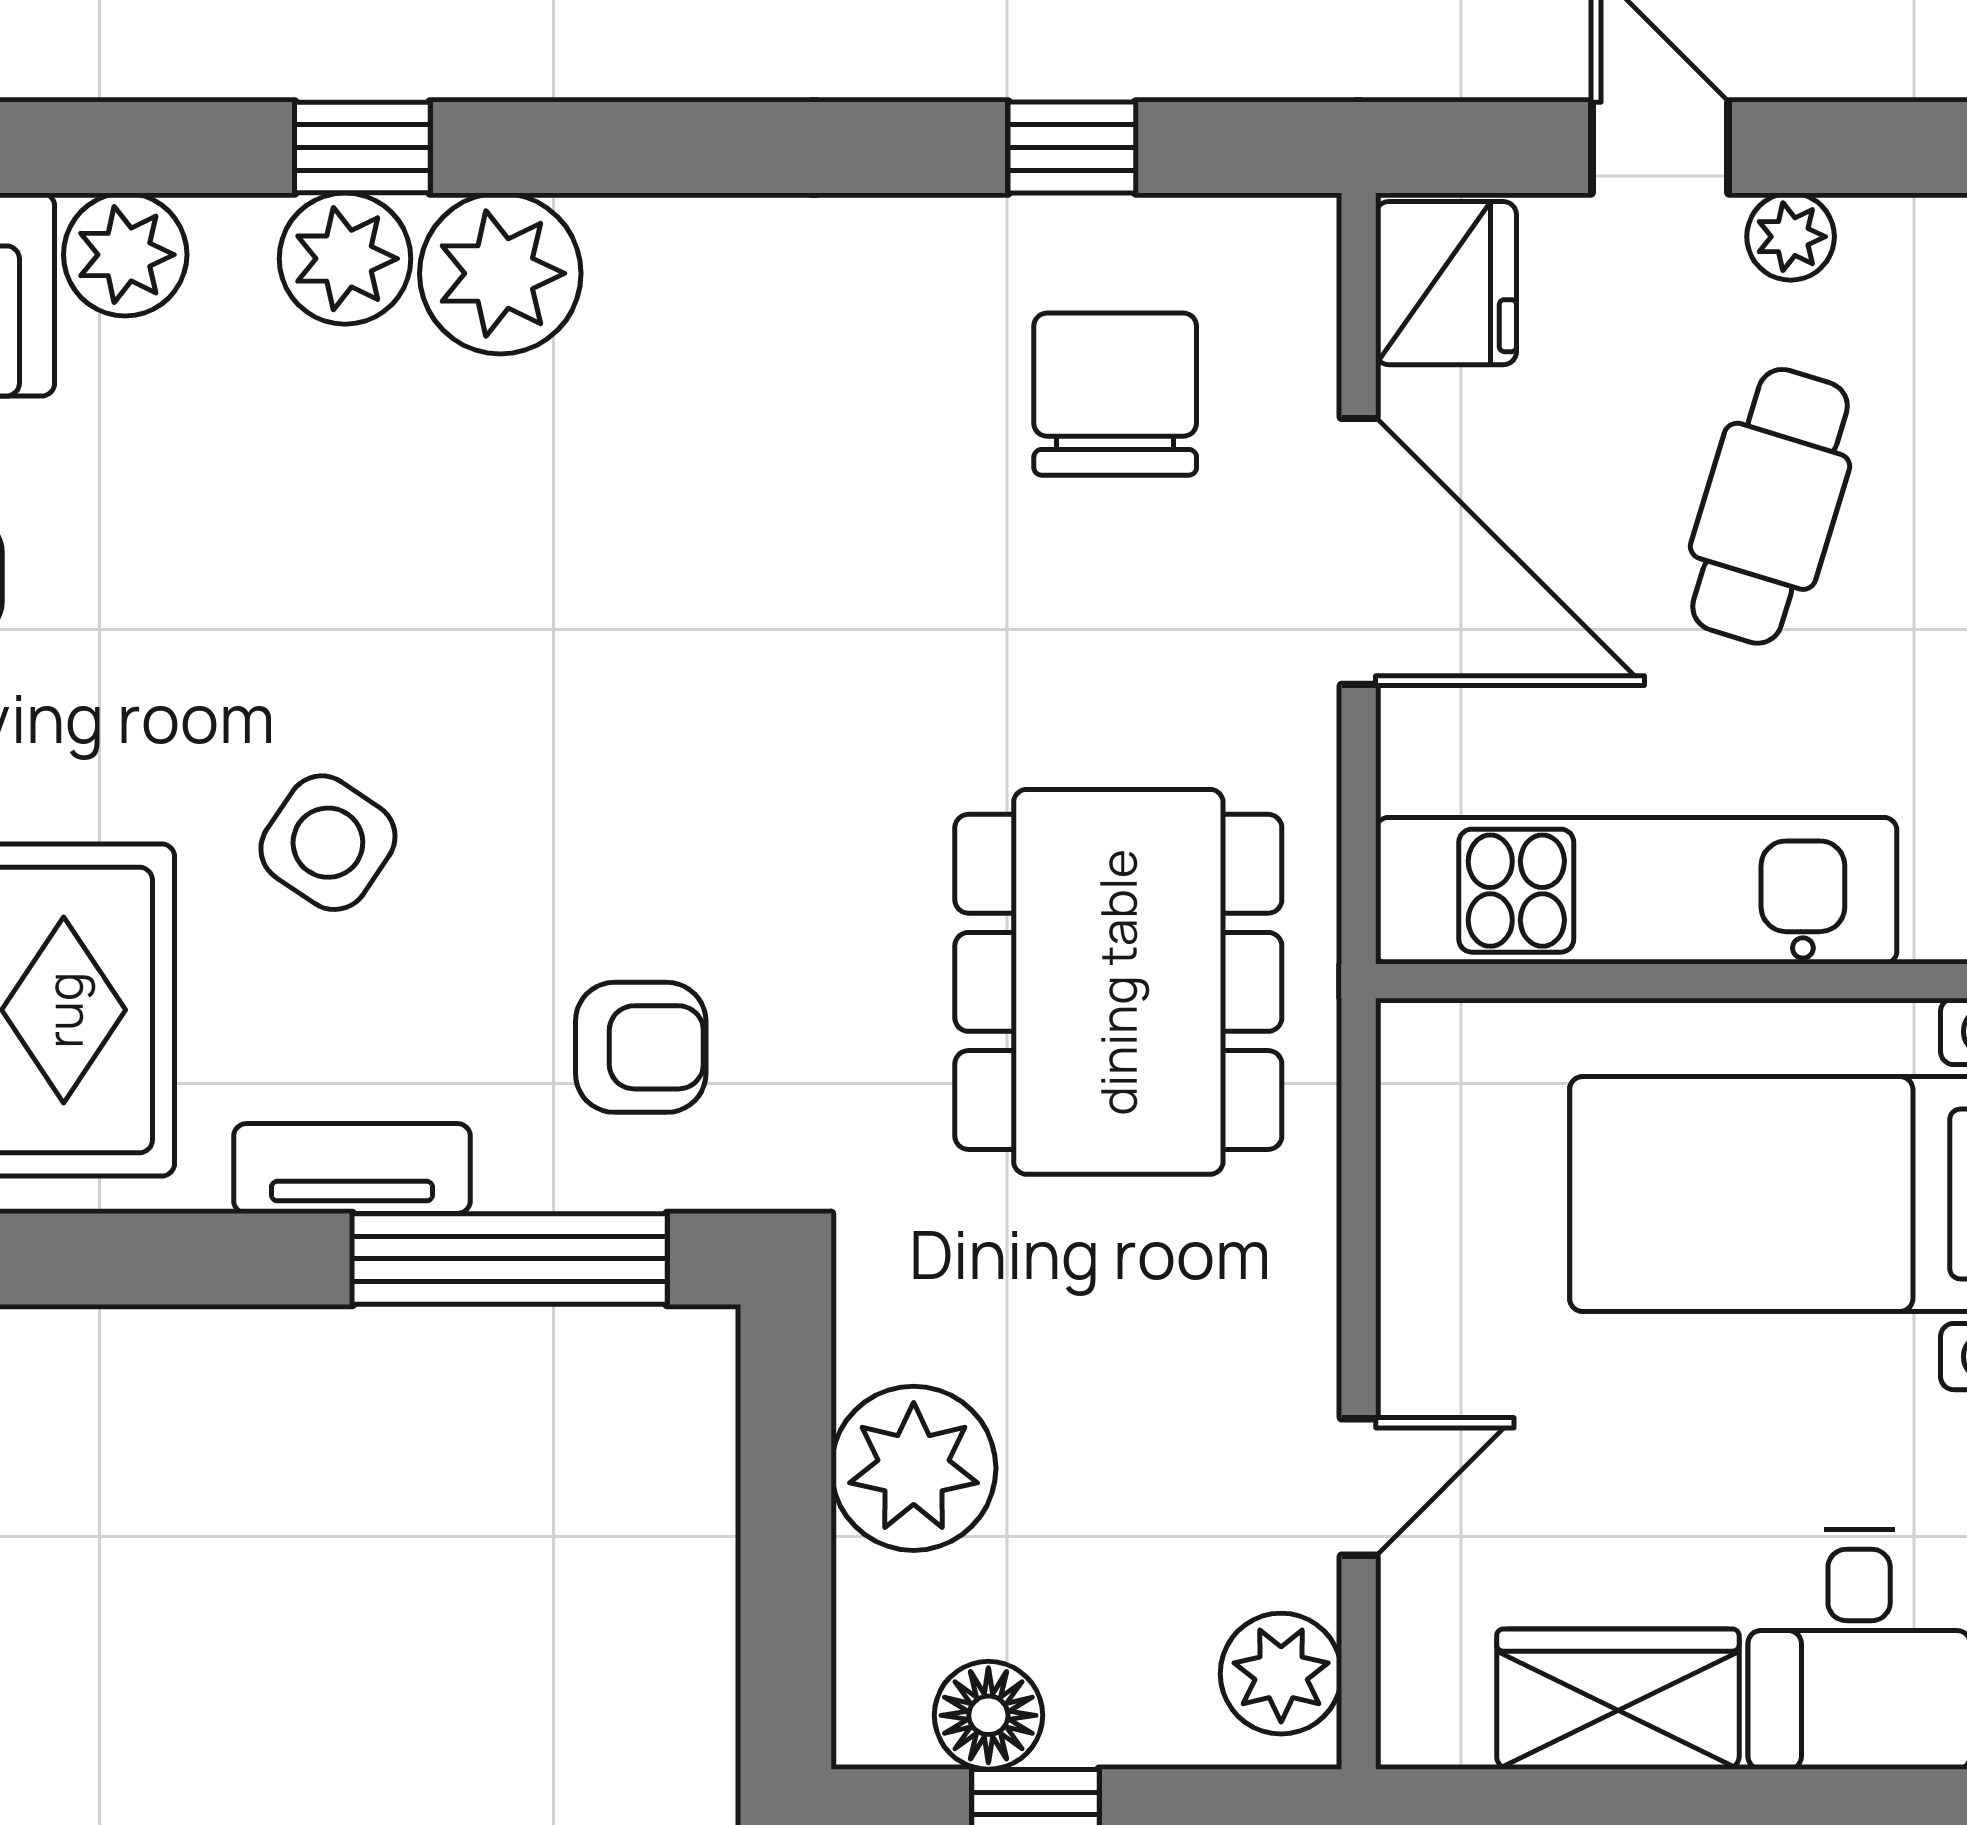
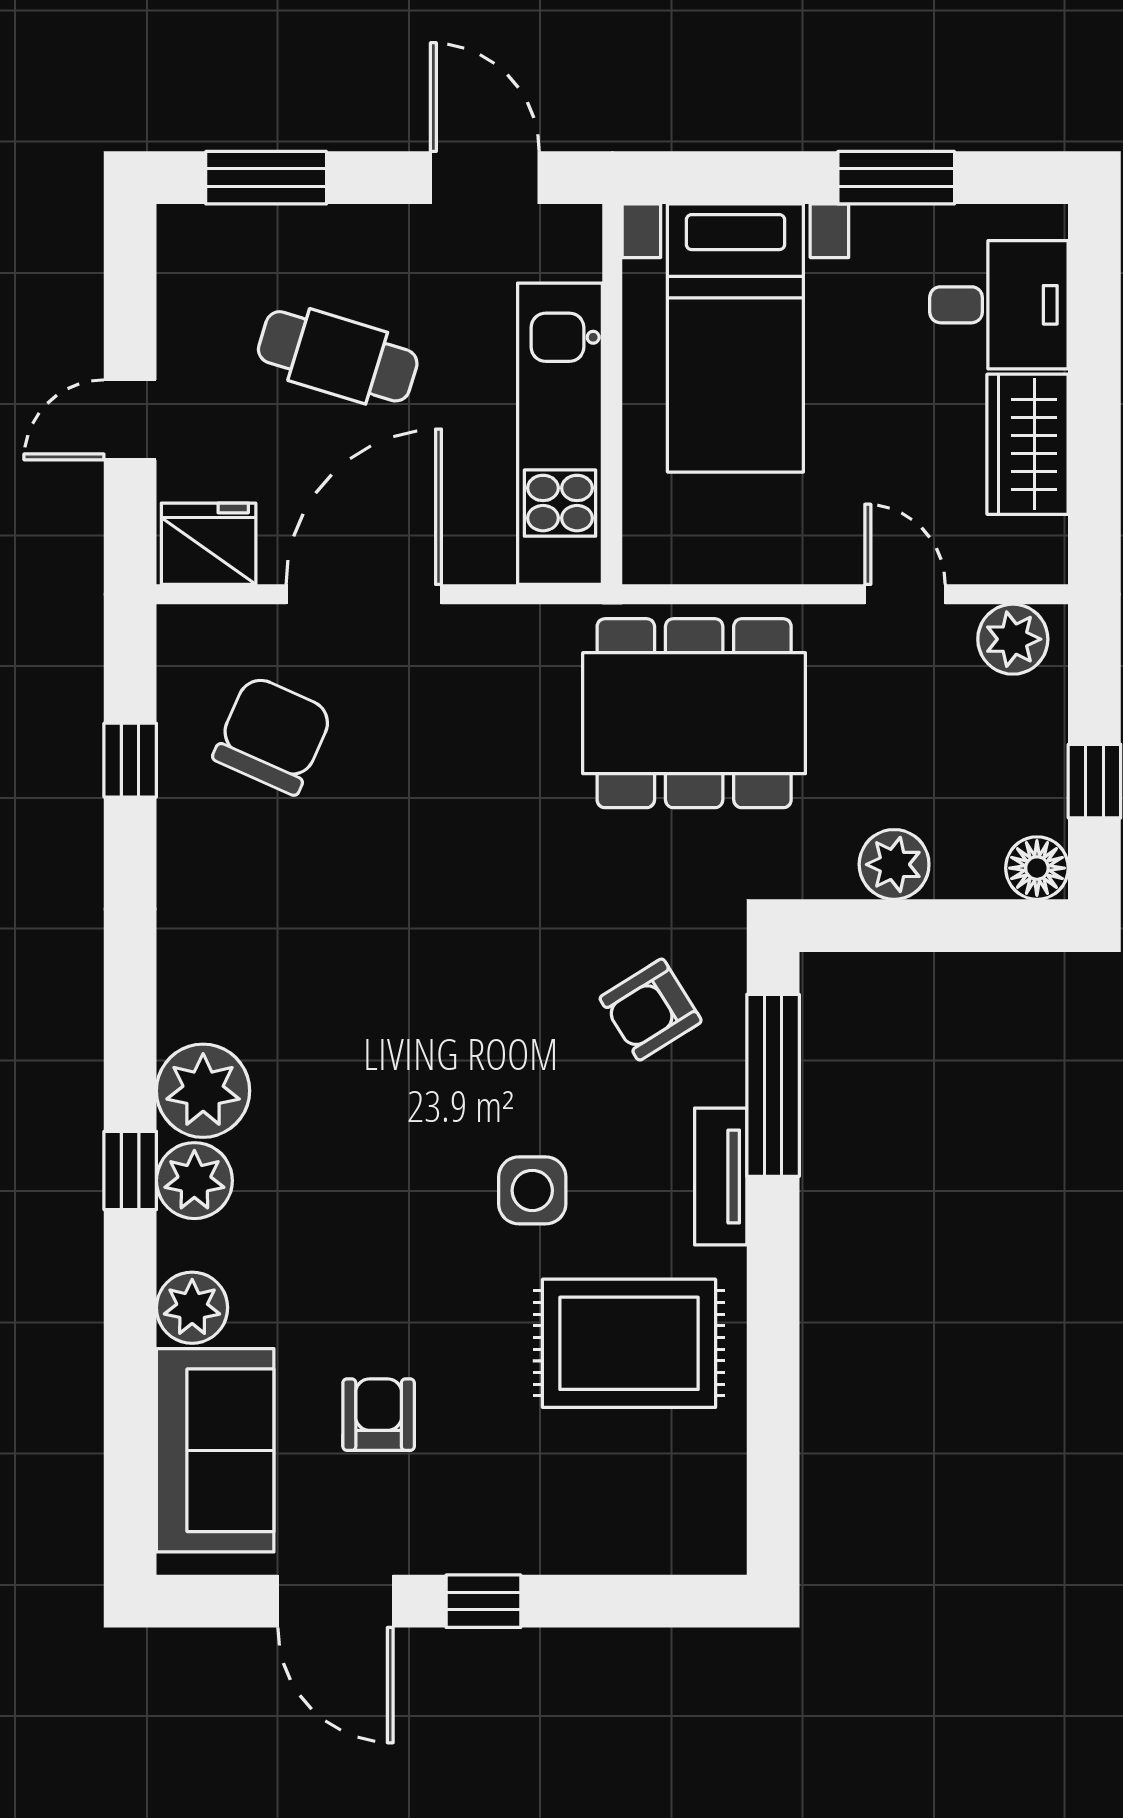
plant: (1791, 237) -> (182, 344), removed
chair: (1115, 394) -> (273, 735), turned 114
side table: (328, 843) -> (532, 1190), turned -34
dining table: (1118, 982) -> (694, 713), moved
armchair: (641, 1047) -> (651, 1010), turned -122
plant: (914, 1468) -> (894, 864), width x0.73, depth x0.73
floor lamp: (988, 1715) -> (1037, 868), moved

